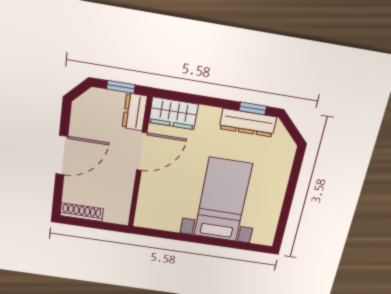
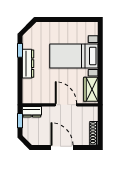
wardrobe: (173, 113) -> (91, 89), moved, turned 180
dresser: (248, 123) -> (28, 64), moved
door: (142, 152) -> (66, 105), moved

